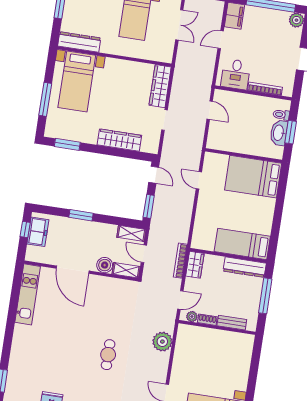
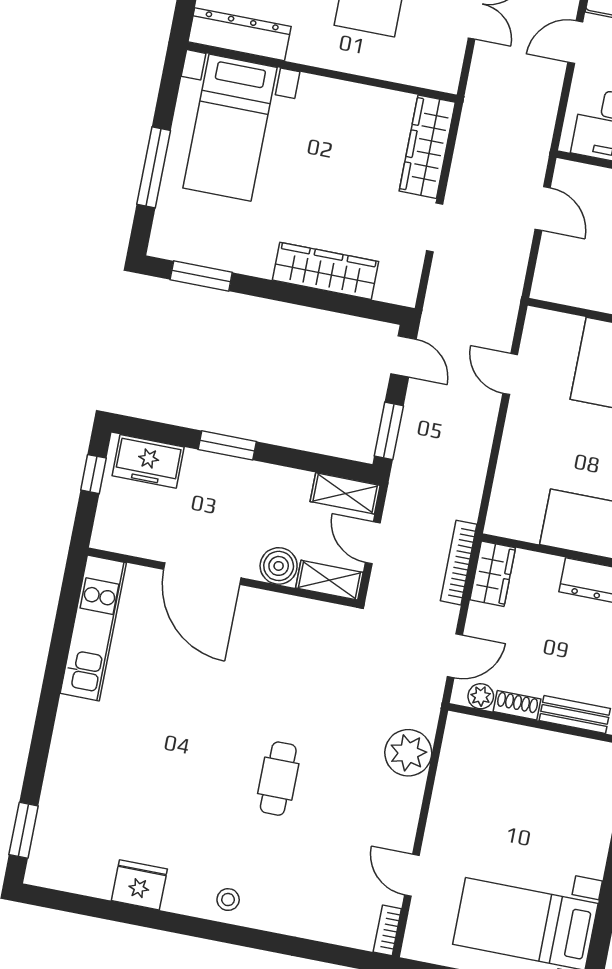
freezer: (38, 232) -> (148, 461), moved, turned 90

